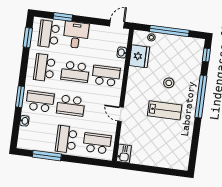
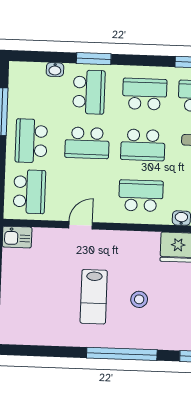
school desk: (75, 72) -> (143, 145), turned -90
school desk: (106, 76) -> (141, 196), turned -90
school desk: (71, 106) -> (87, 143), turned -90
school desk: (66, 139) -> (31, 141), turned -90

